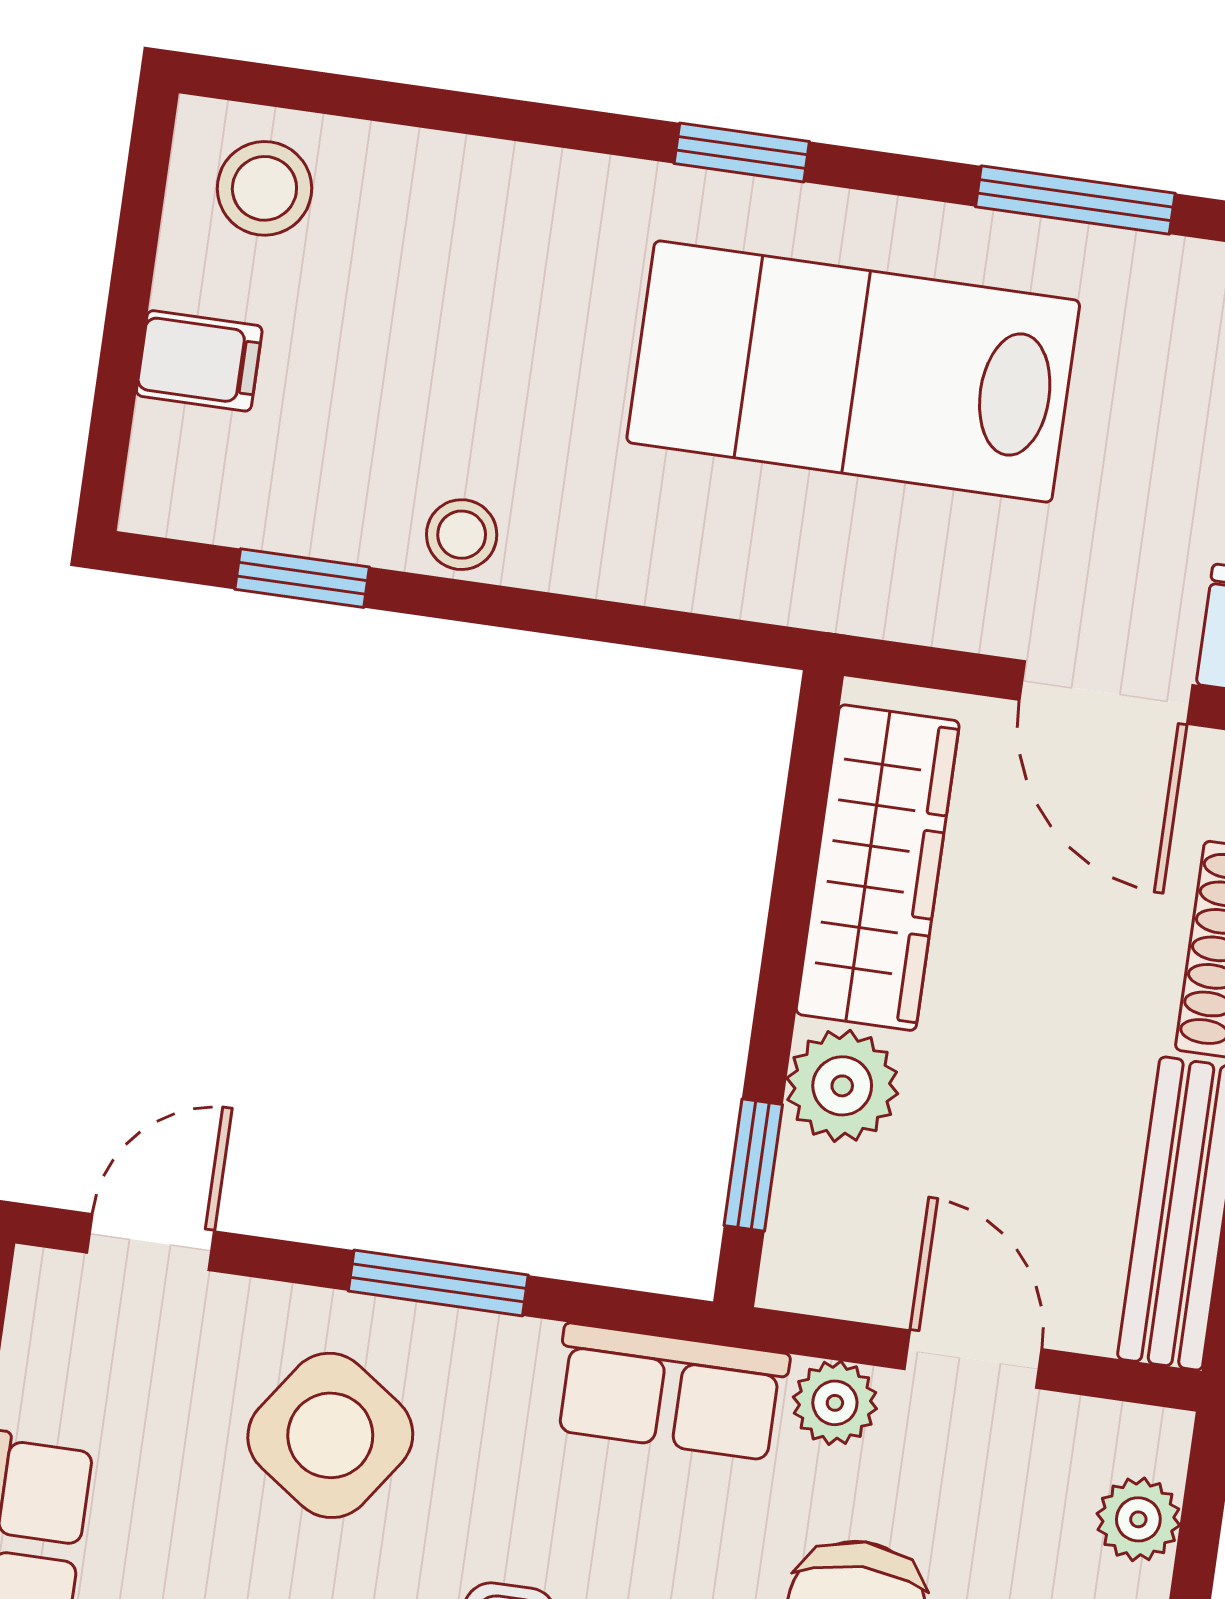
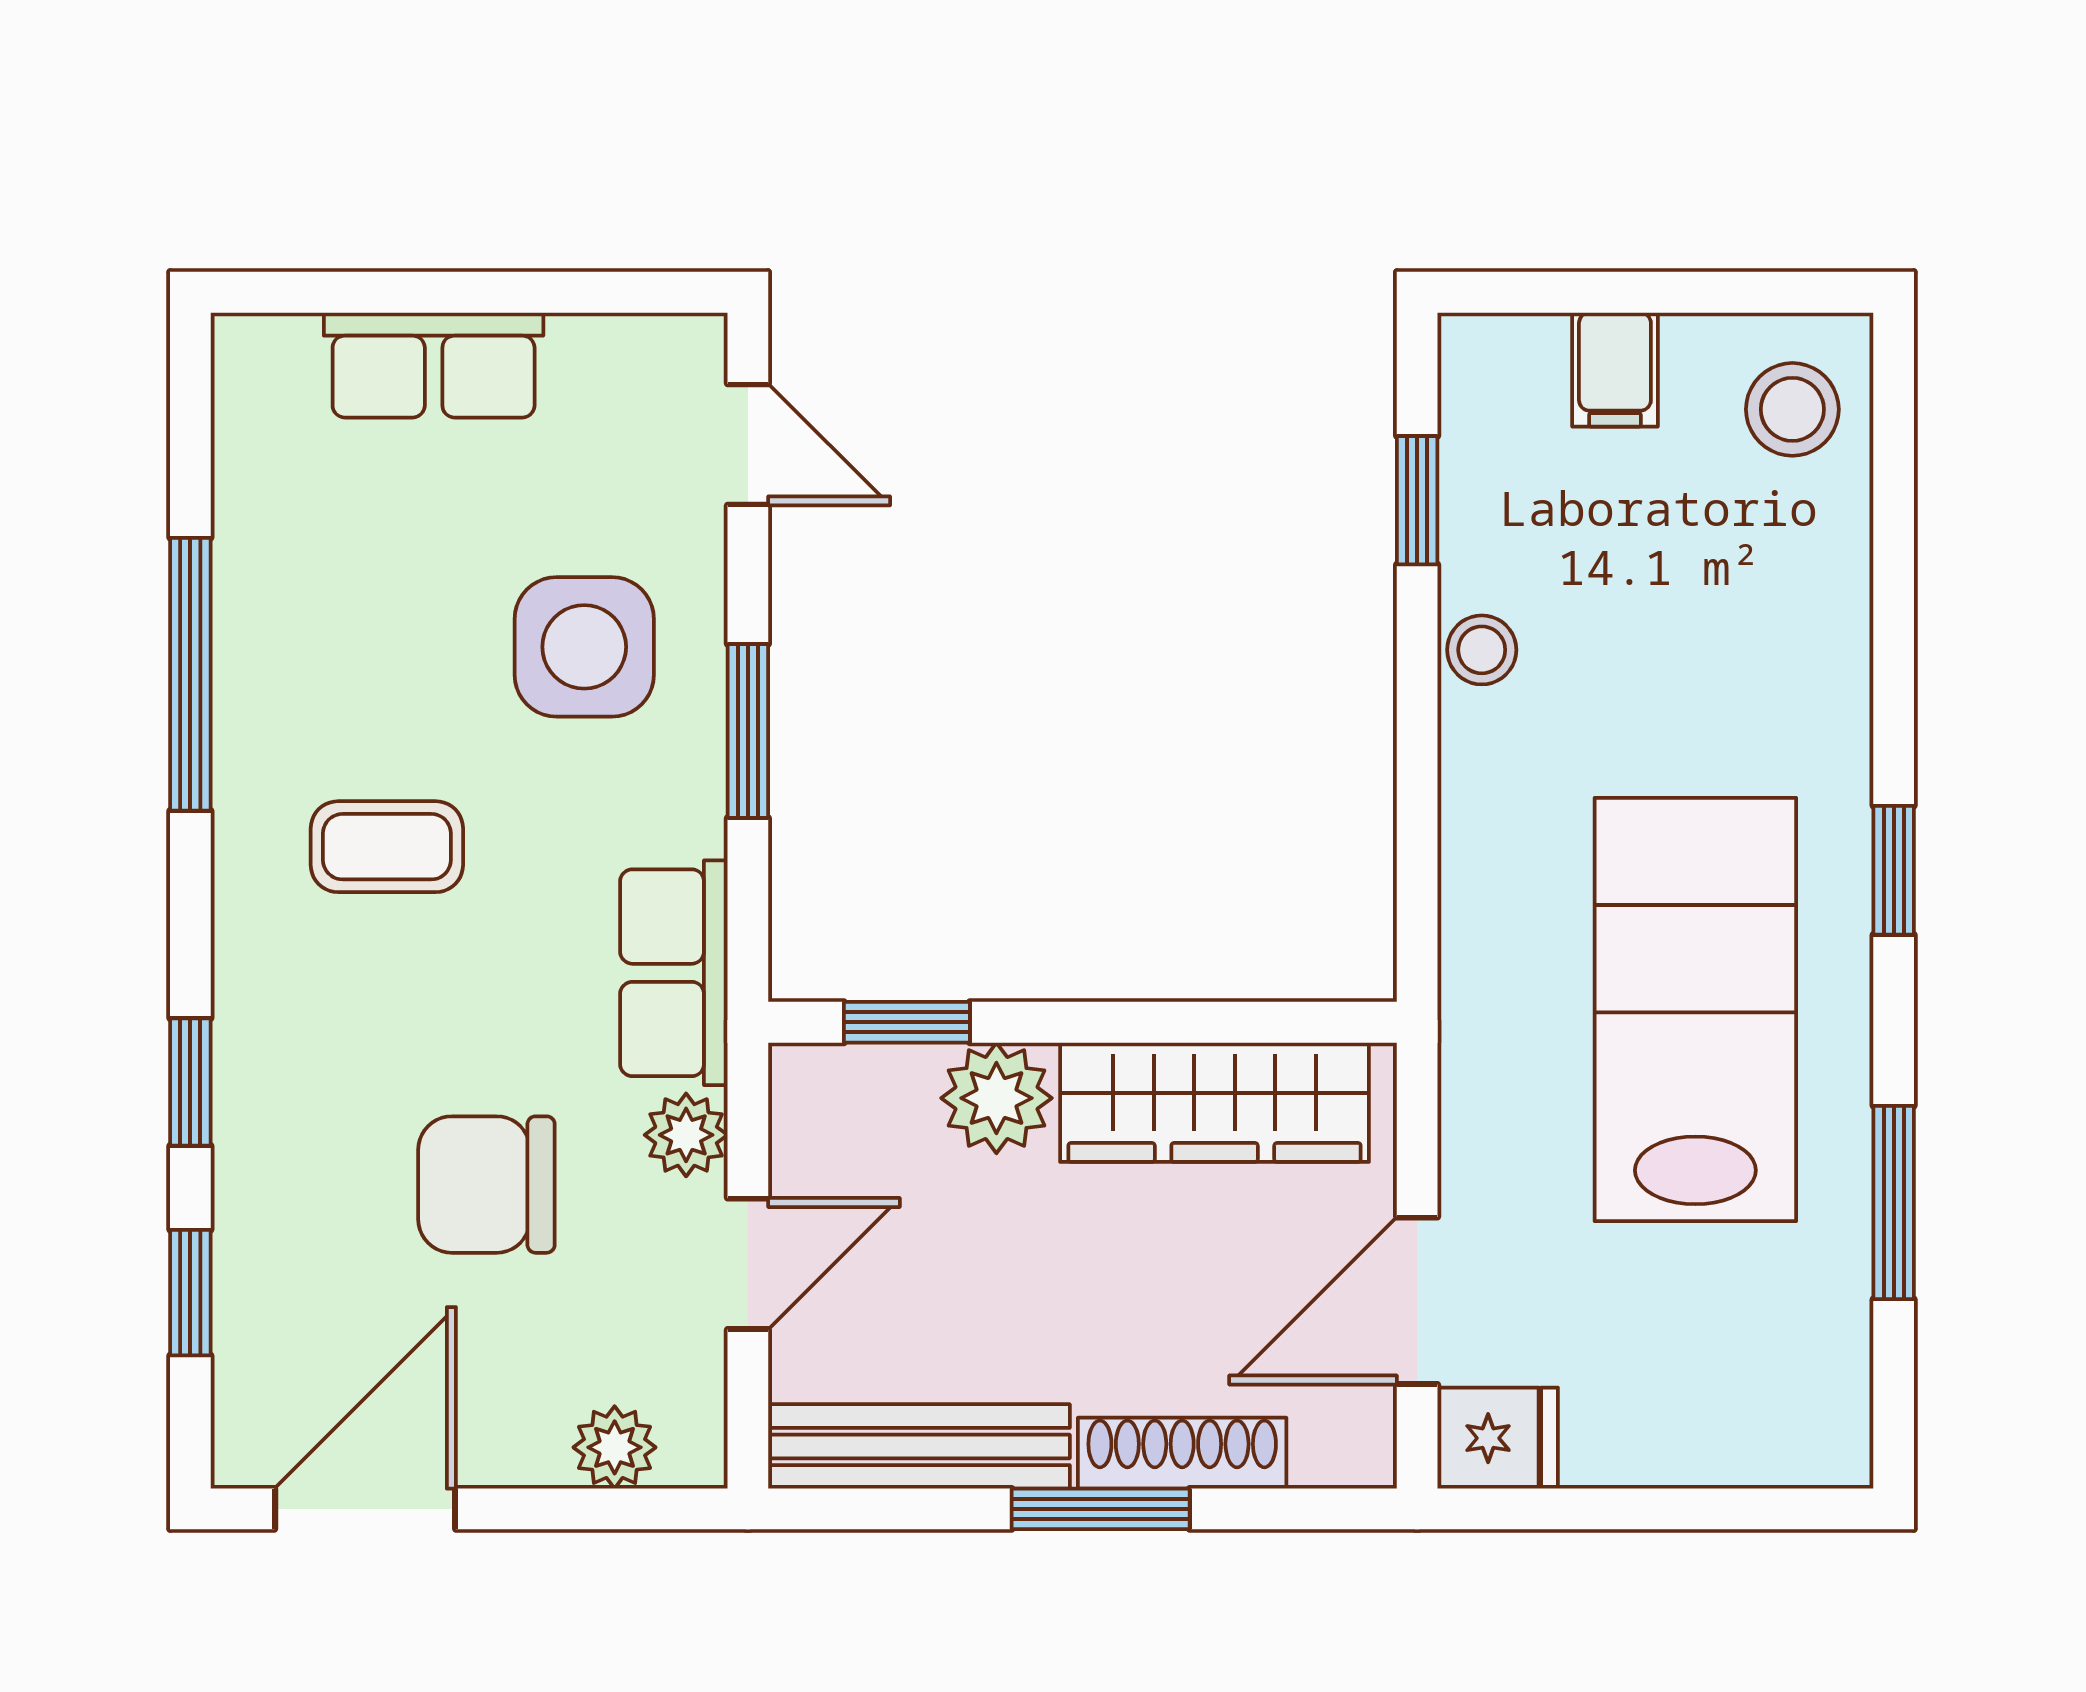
side table: (330, 1435) -> (584, 647), turned -35

